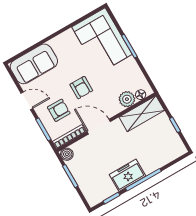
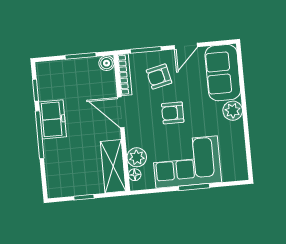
corner sofa: (102, 41) -> (187, 162), moved
plant: (59, 43) -> (233, 111), added
armchair: (59, 110) -> (159, 77), turned 77
door: (99, 127) -> (121, 112), swing flipped

